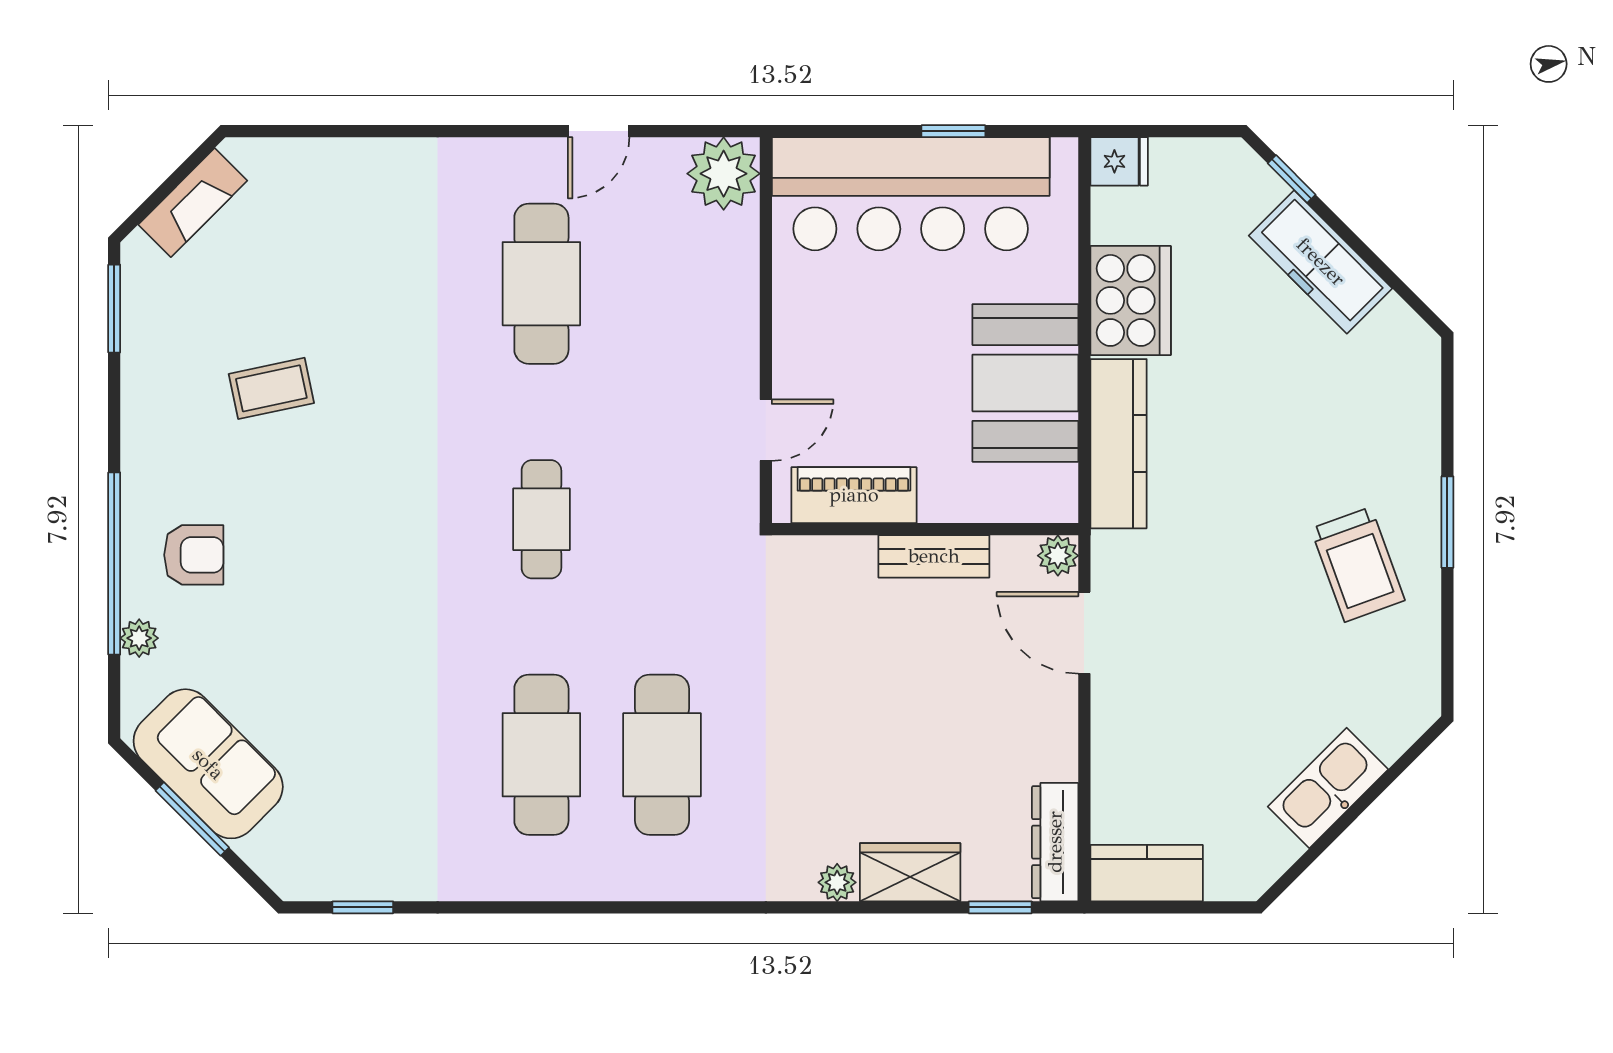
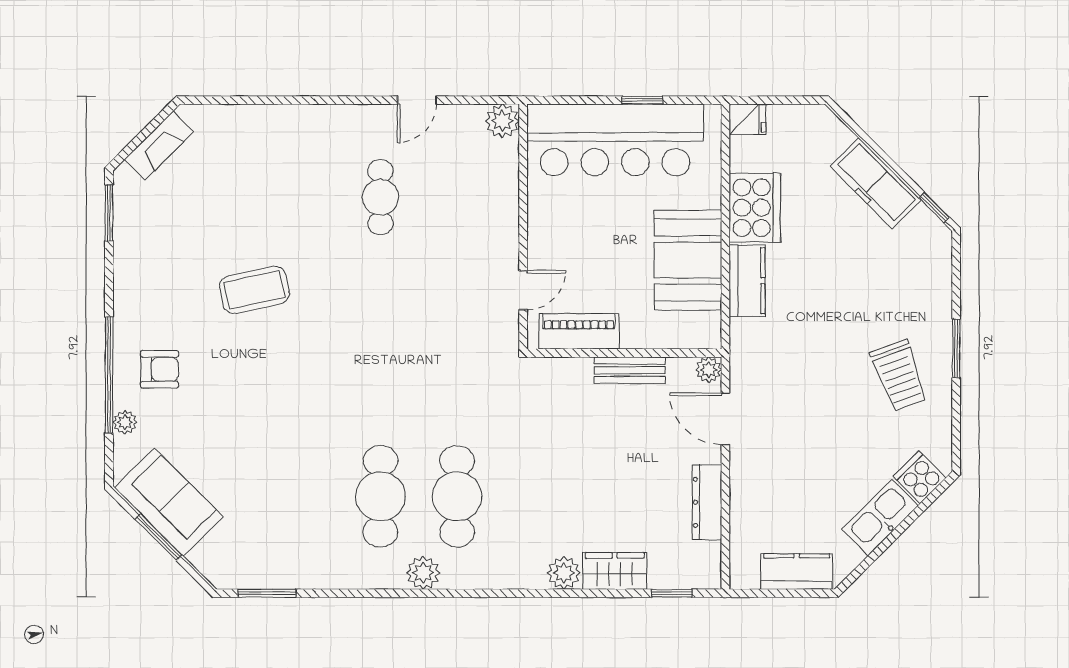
plant: (724, 174) -> (502, 121), width x0.73, depth x0.73
window: (1292, 179) -> (934, 207), moved
cafe table: (541, 284) -> (380, 197), width x0.73, depth x0.74
coffee table: (271, 388) -> (254, 290), moved, width x1.36, depth x1.30
kitchen counter: (1118, 444) -> (747, 281), width x0.67
cafe table: (541, 519) -> (380, 347), removed
cooker: (1390, 725) -> (920, 477), added
dresser: (1055, 842) -> (707, 502), moved
kitchen counter: (1147, 873) -> (797, 572), moved
plant: (609, 875) -> (423, 573), added
plant: (837, 882) -> (564, 573), width x1.38, depth x1.38
window: (363, 907) -> (267, 593), width x1.50

